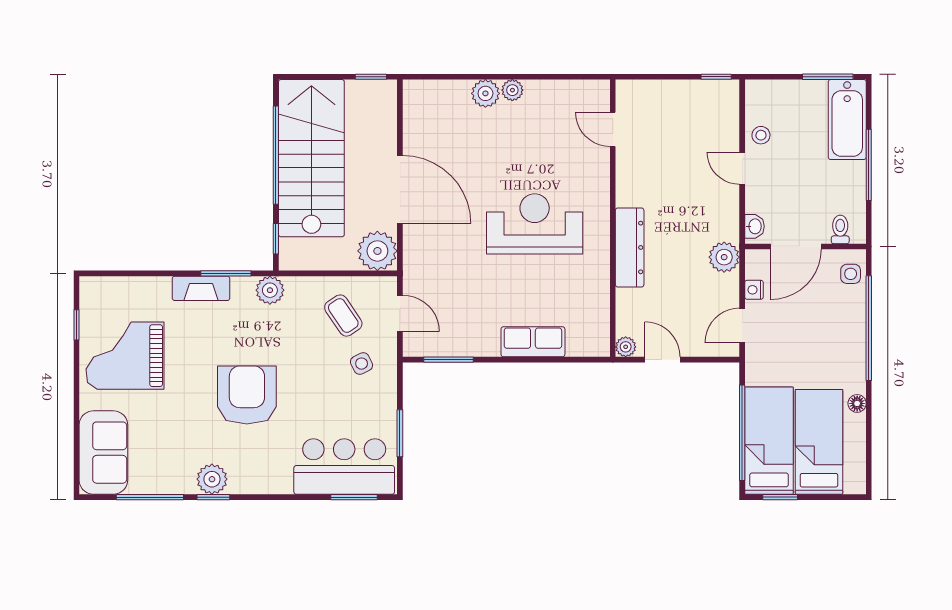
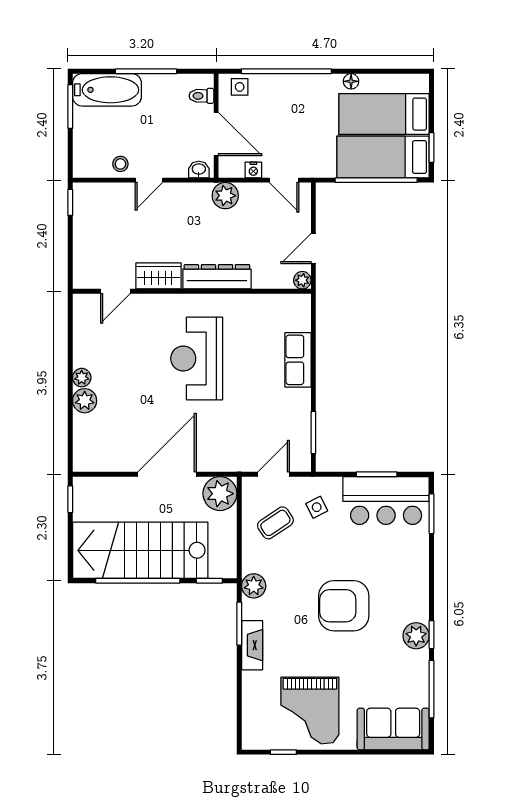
wardrobe: (631, 179) -> (158, 276), added
bar counter: (344, 467) -> (386, 501), moved, turned -90

